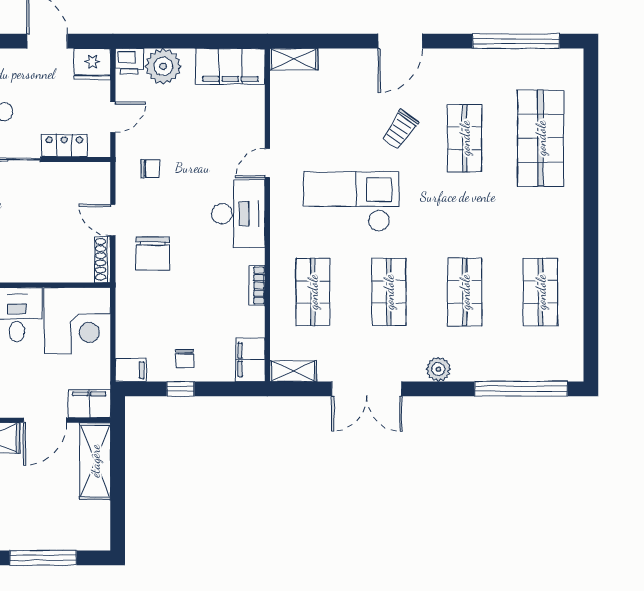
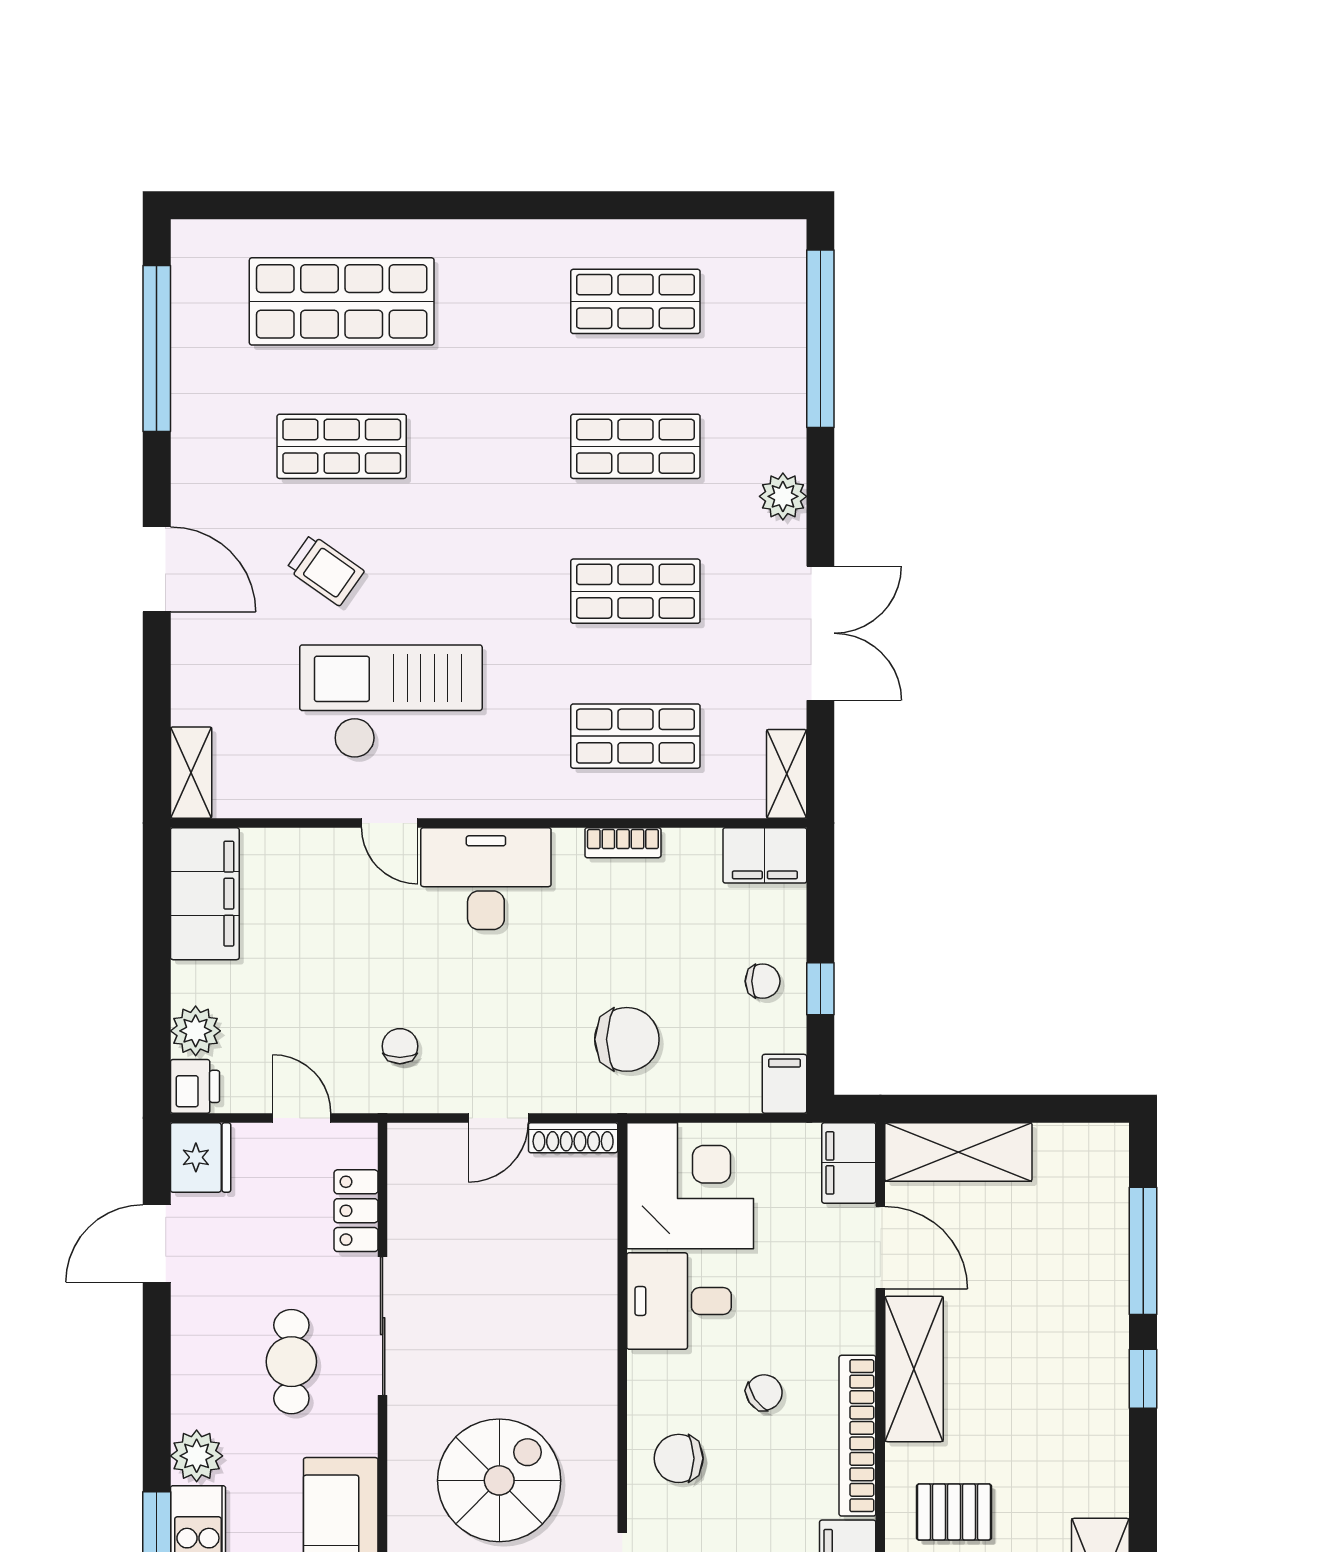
plant: (163, 66) -> (196, 1031), width x0.73, depth x0.73
checkout: (351, 202) -> (391, 702), moved, turned 90
chair: (153, 254) -> (627, 1039), moved

